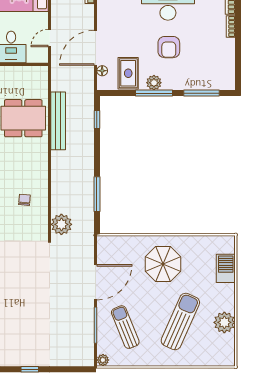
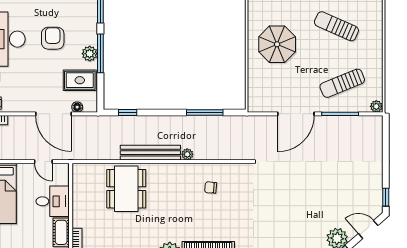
armchair: (169, 47) -> (53, 38), turned -90
bench: (58, 121) -> (150, 153), moved
plant: (61, 224) -> (187, 154), moved, width x0.53, depth x0.53
door: (96, 282) -> (296, 114), swing flipped
sun lounger: (180, 322) -> (336, 26), width x0.73, depth x0.75
window: (30, 369) -> (386, 197), moved

